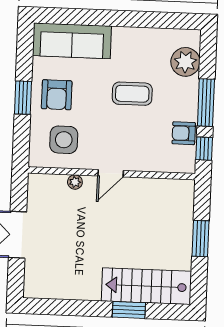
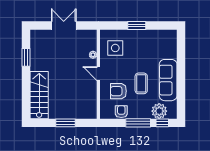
sofa: (72, 41) -> (168, 80), moved
armchair: (57, 95) -> (118, 91), moved
window: (204, 149) -> (162, 123), moved
window: (129, 310) -> (26, 57), moved

